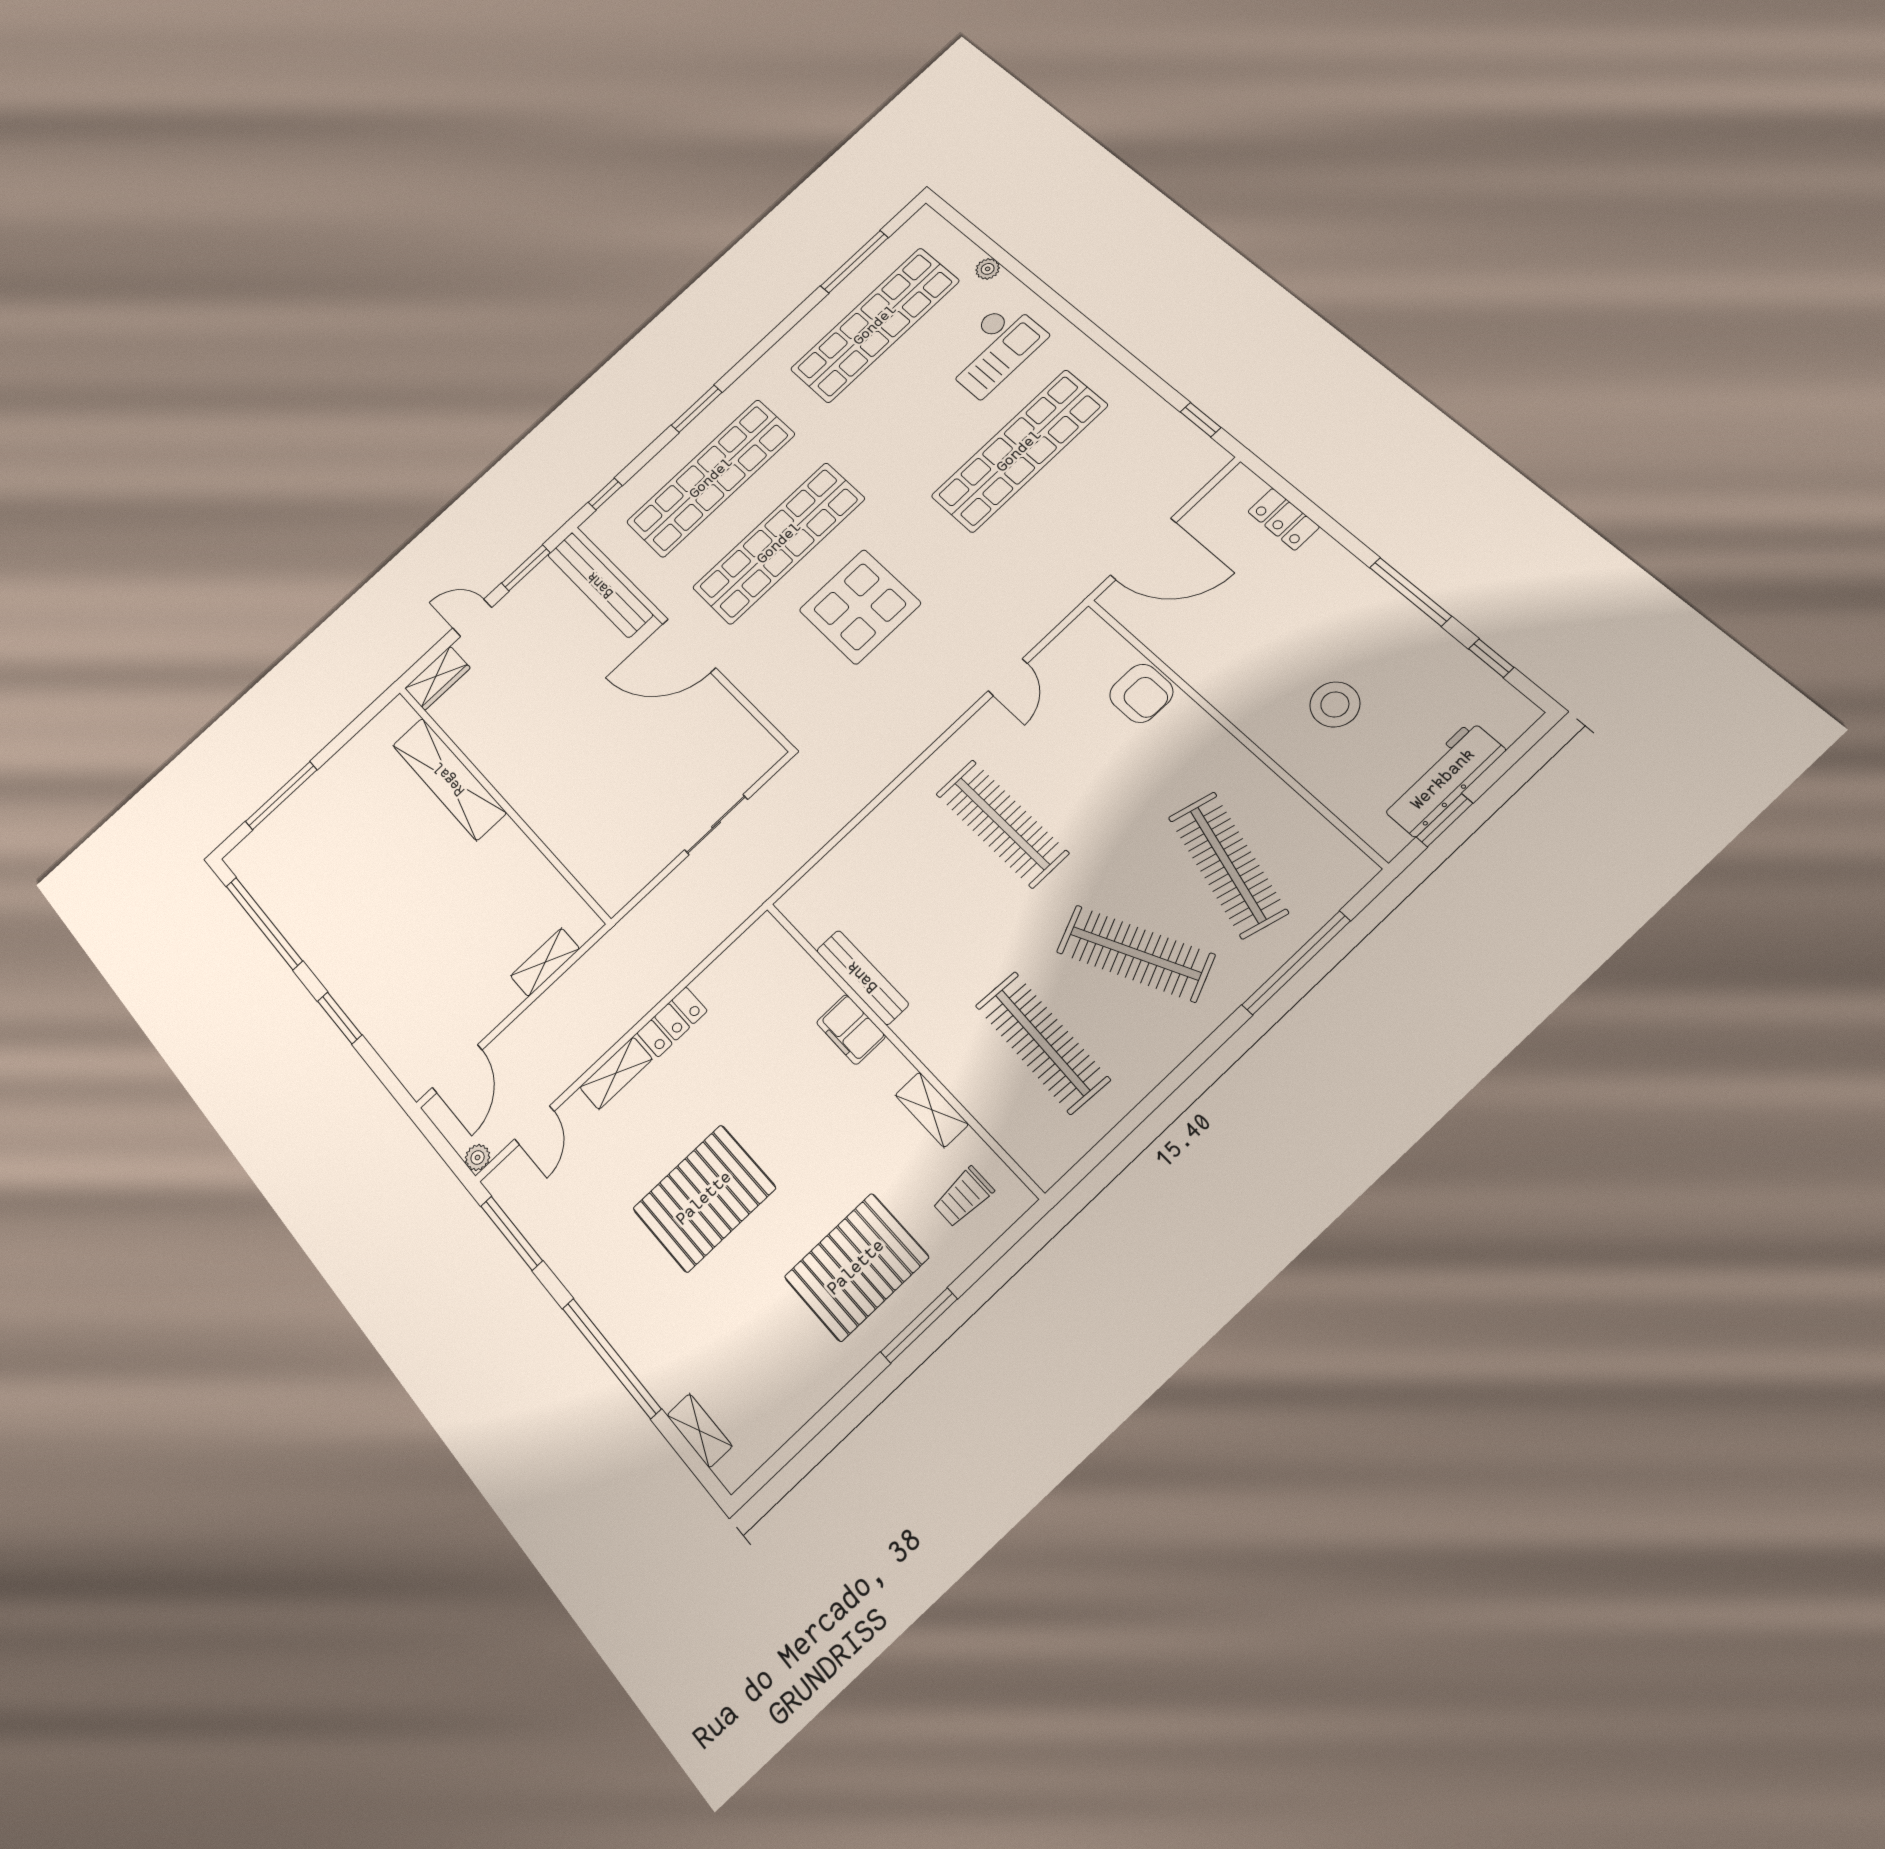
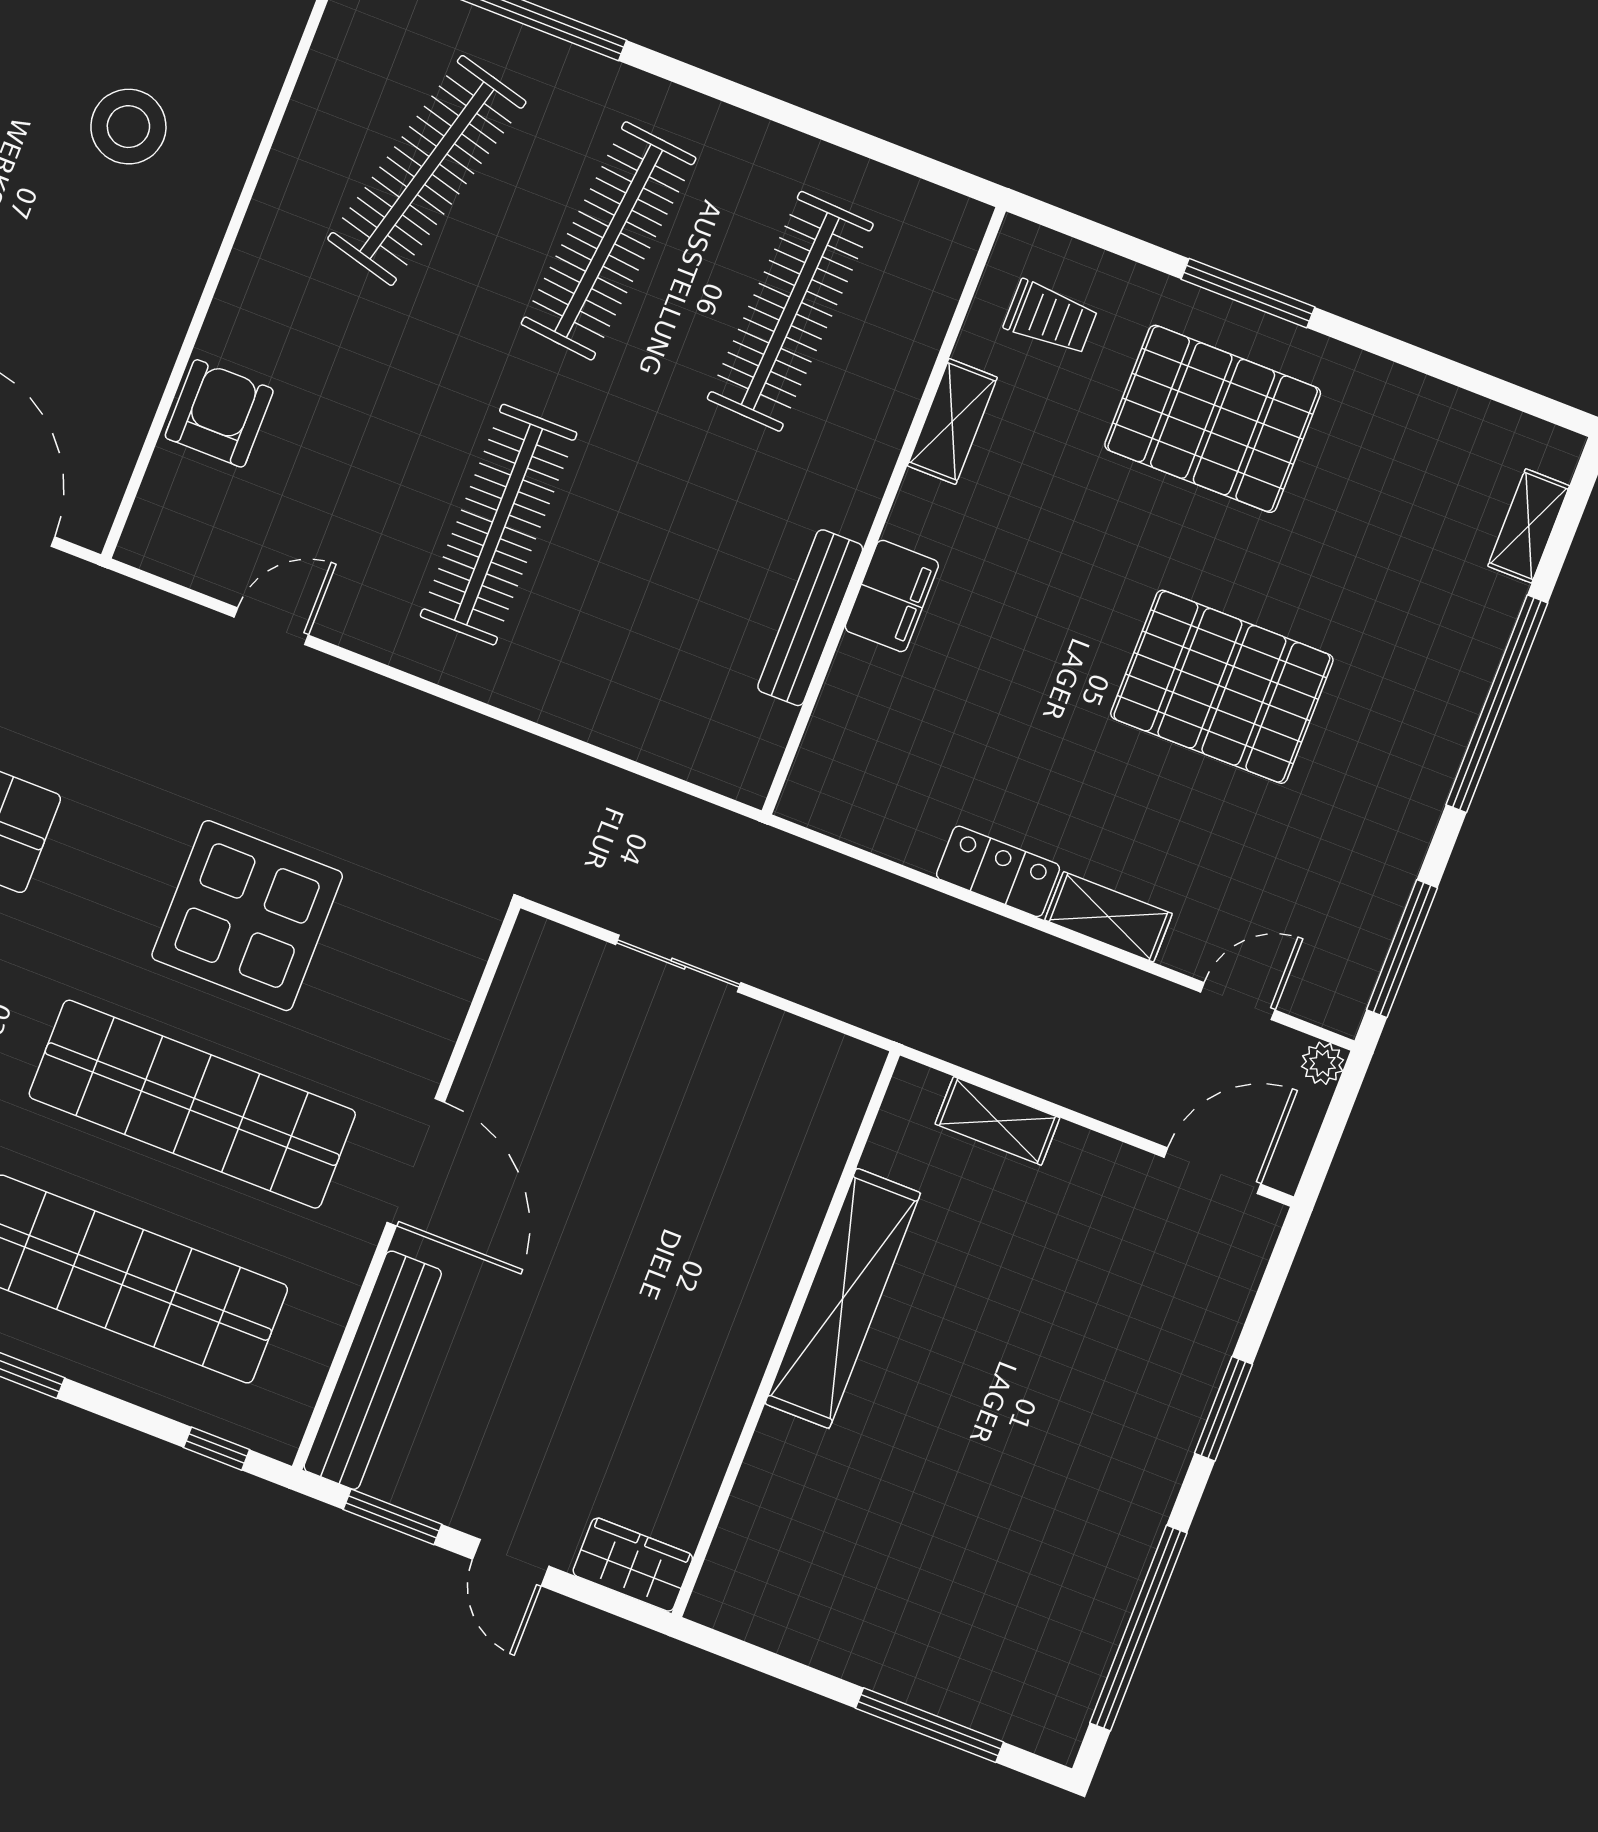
shelving: (449, 779) -> (843, 1298), moved
clothes rail: (1135, 953) -> (609, 241), turned 30

